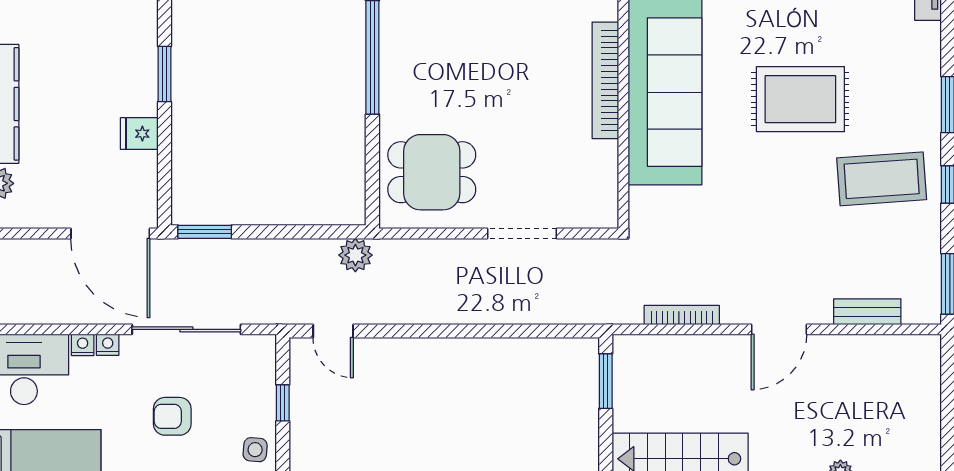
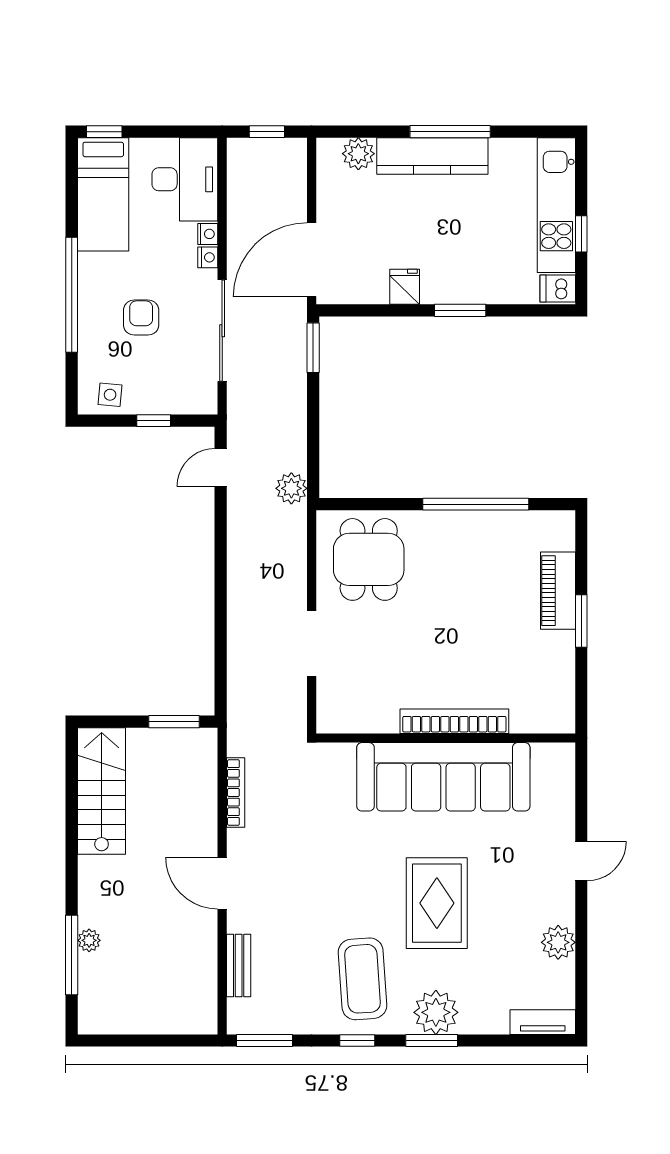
plant: (918, 100) -> (436, 1012), added

